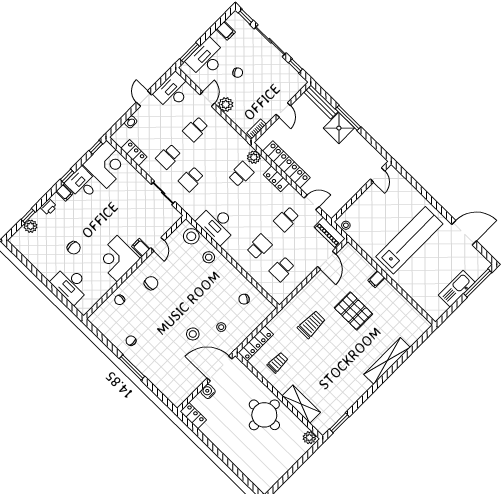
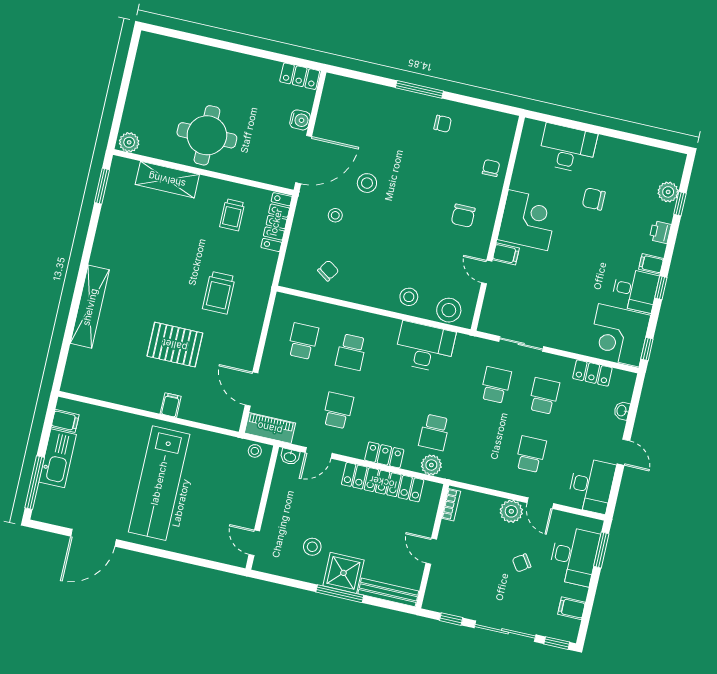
stool: (347, 153) -> (312, 547), added
washbasin: (329, 210) -> (290, 457), added
filing cabinet: (440, 307) -> (65, 421), added

